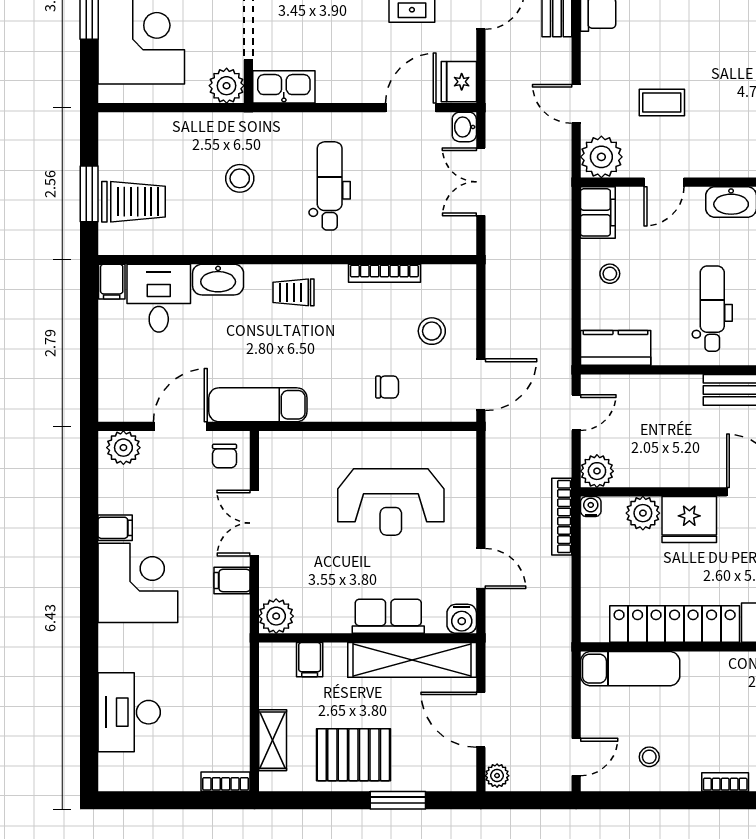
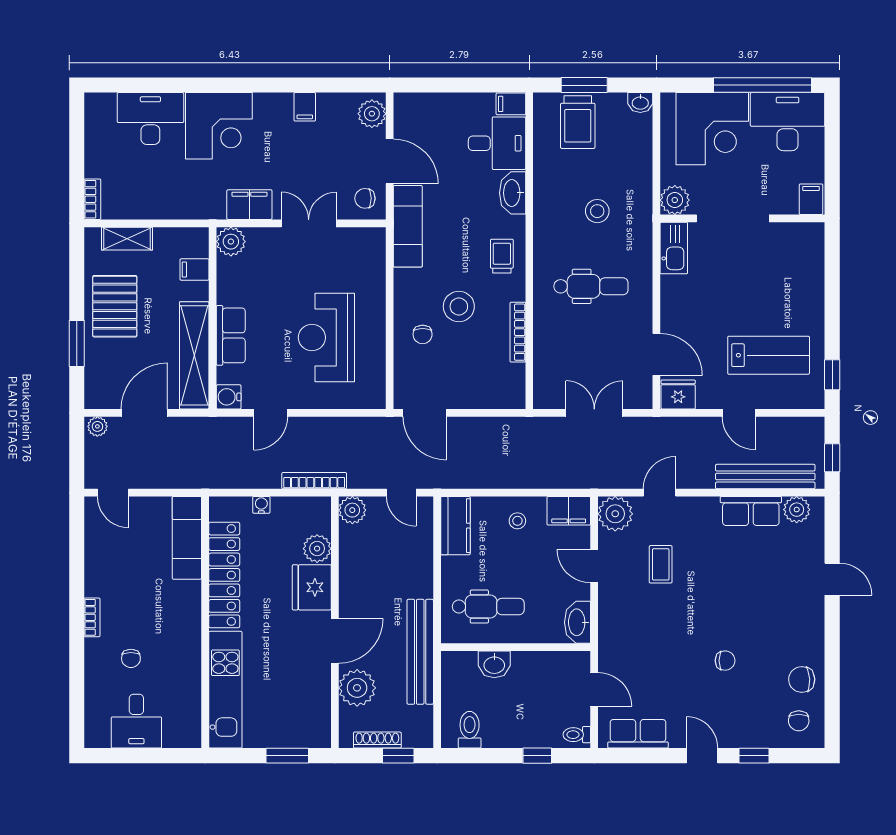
washbasin: (464, 127) -> (640, 103), moved, turned 180
stool: (432, 331) -> (459, 306), moved, width x1.38, depth x1.38
water cooler: (591, 507) -> (261, 505), moved, turned -90
filing cabinet: (232, 580) -> (249, 205), width x2.00
corner desk: (138, 583) -> (219, 126), moved
stool: (649, 757) -> (113, 554), removed

